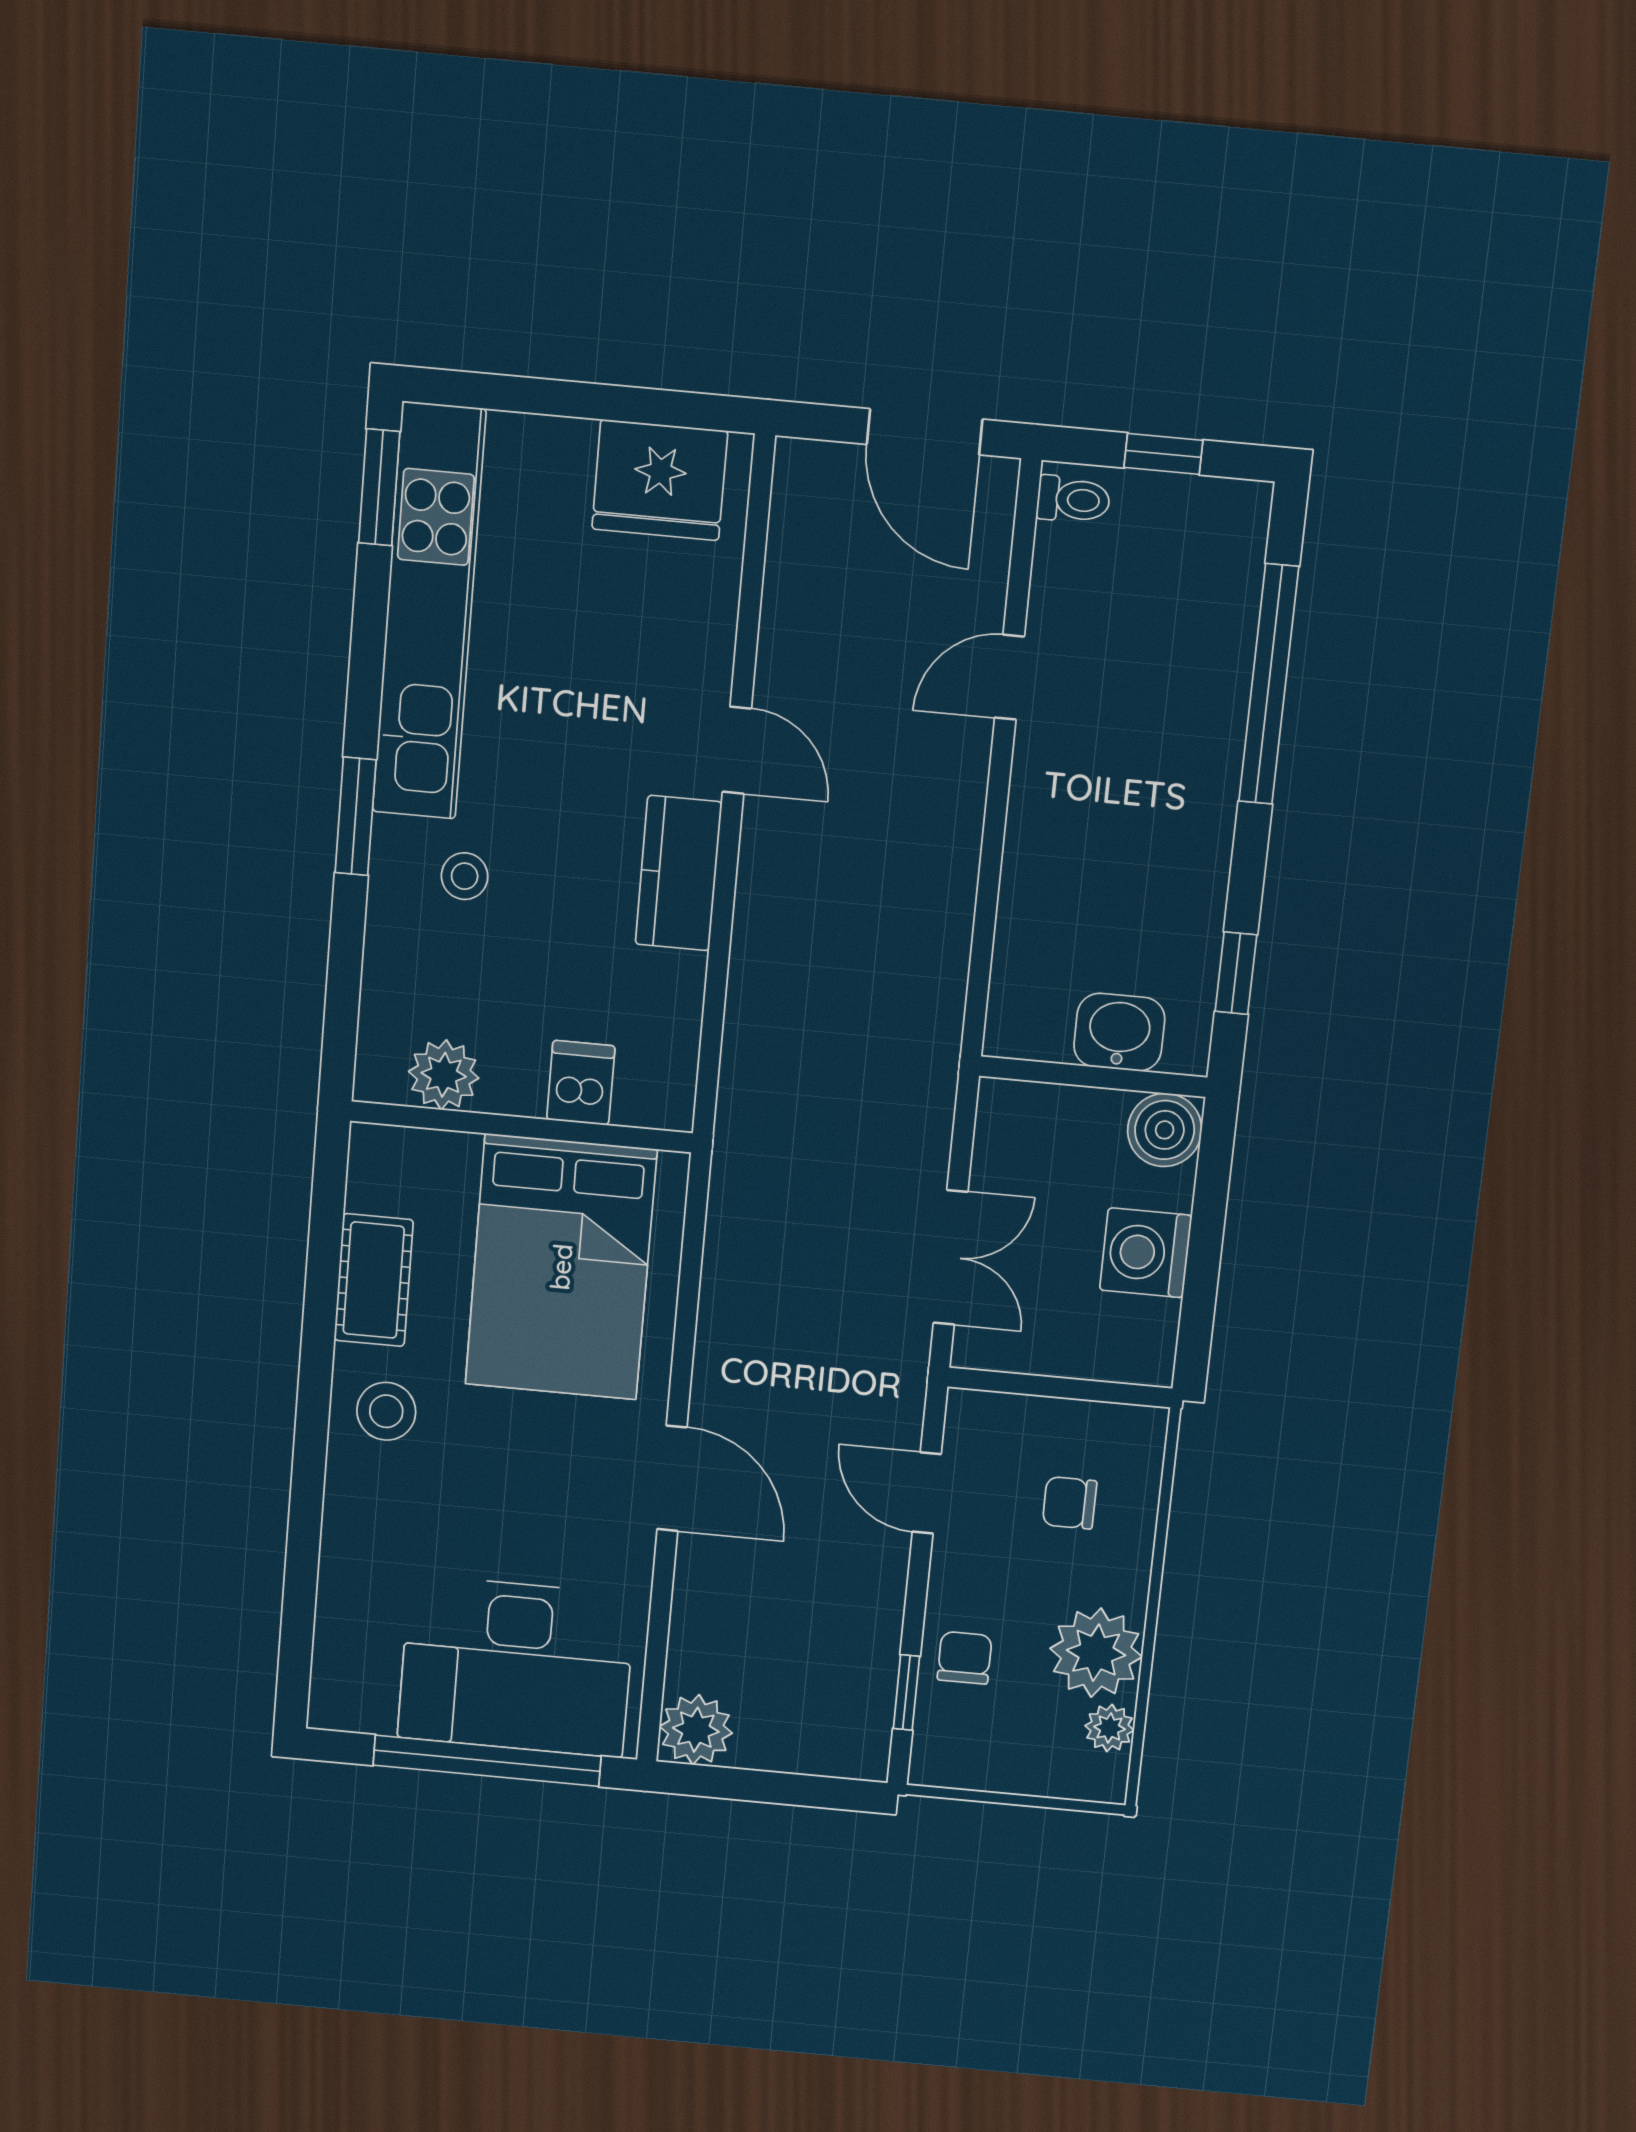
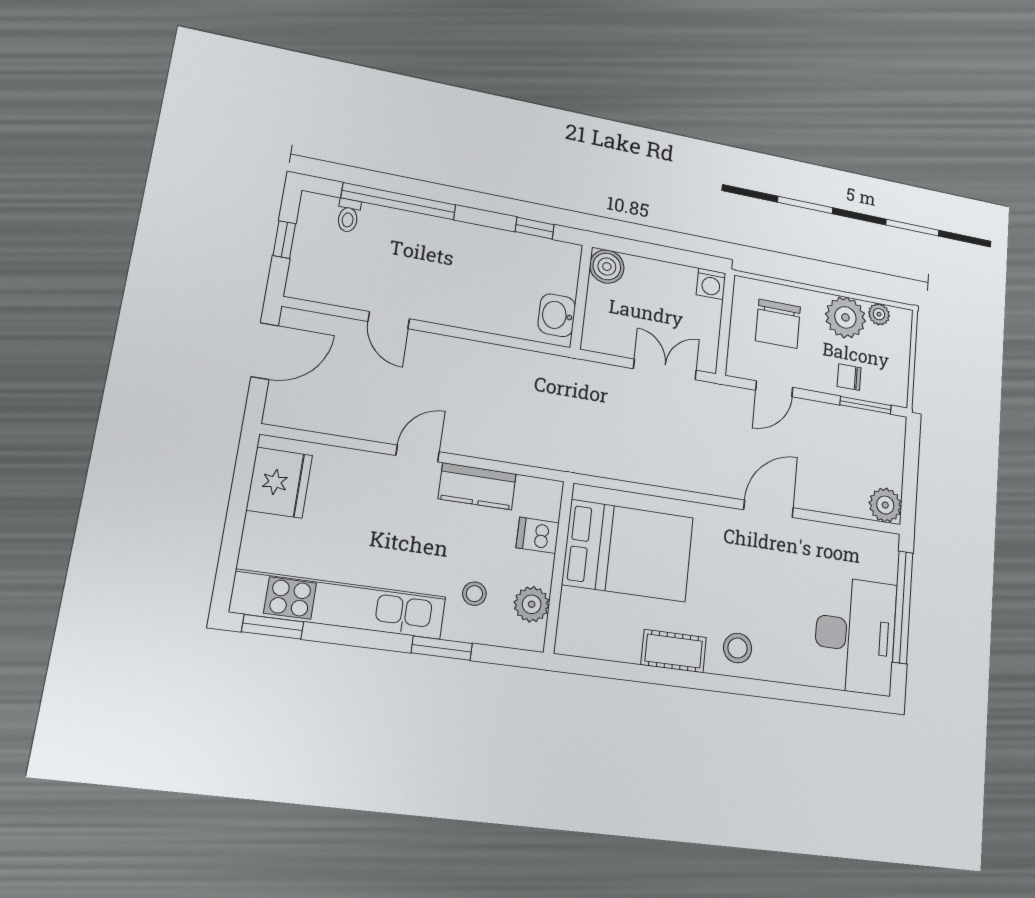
toilet: (1073, 500) -> (348, 215), moved, turned 180
washbasin: (1119, 1032) -> (557, 315), moved
plant: (444, 1075) -> (532, 604), moved
dishwasher: (581, 1083) -> (538, 535), moved
wall: (521, 1127) -> (559, 566), moved
washing machine: (1146, 1253) -> (711, 284), moved, width x0.73, depth x0.73
bed: (561, 1267) -> (628, 551), moved
chair: (1070, 1503) -> (778, 324), width x1.87, depth x1.87
desk: (516, 1666) -> (855, 635), moved
window: (906, 1693) -> (866, 405), width x1.50

